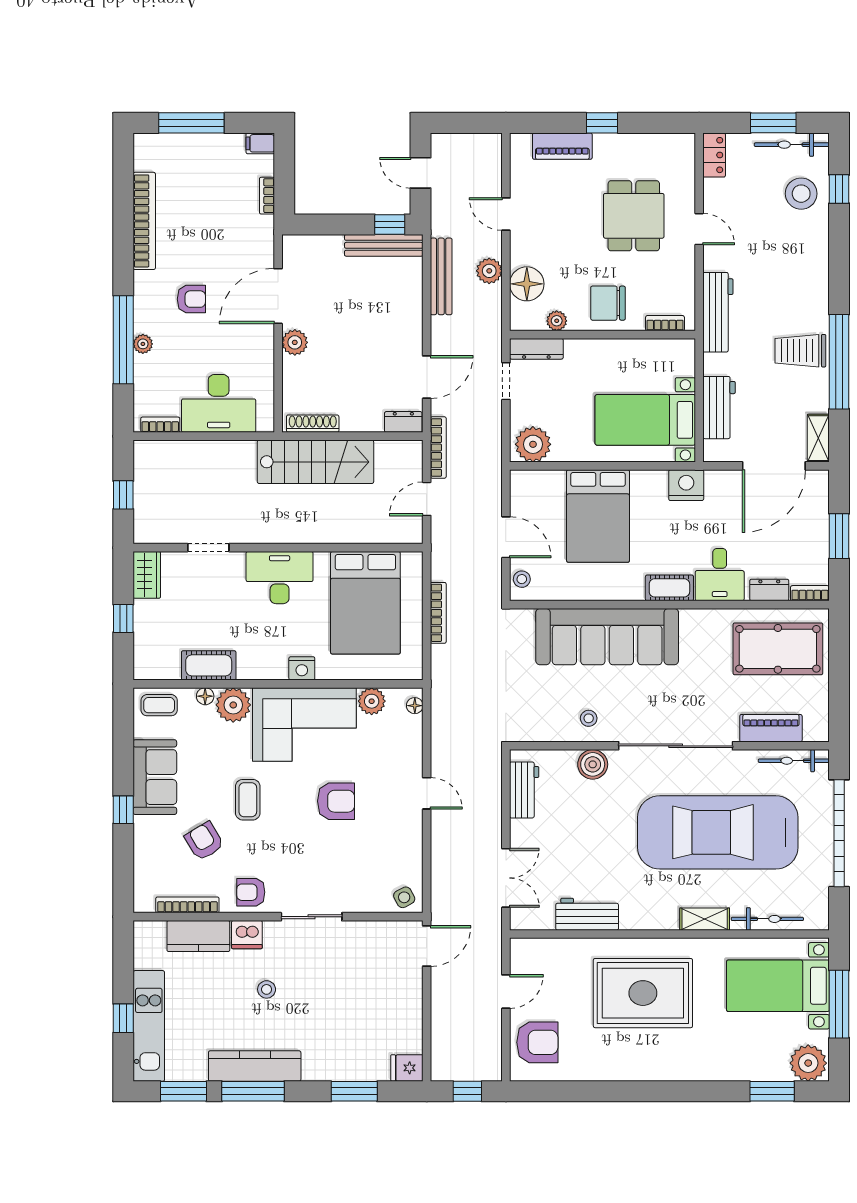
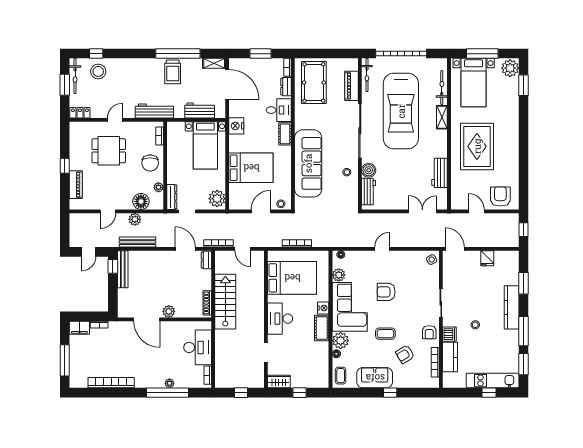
filing cabinet: (260, 143) -> (79, 328), width x2.00
armchair: (191, 299) -> (148, 360), removed
cot: (209, 665) -> (322, 328), moved
workbench: (524, 790) -> (368, 192), moved, turned 90
armchair: (336, 801) -> (386, 292), turned -90
kitchen counter: (255, 1066) -> (512, 307), moved
fridge: (407, 1068) -> (487, 258), moved

